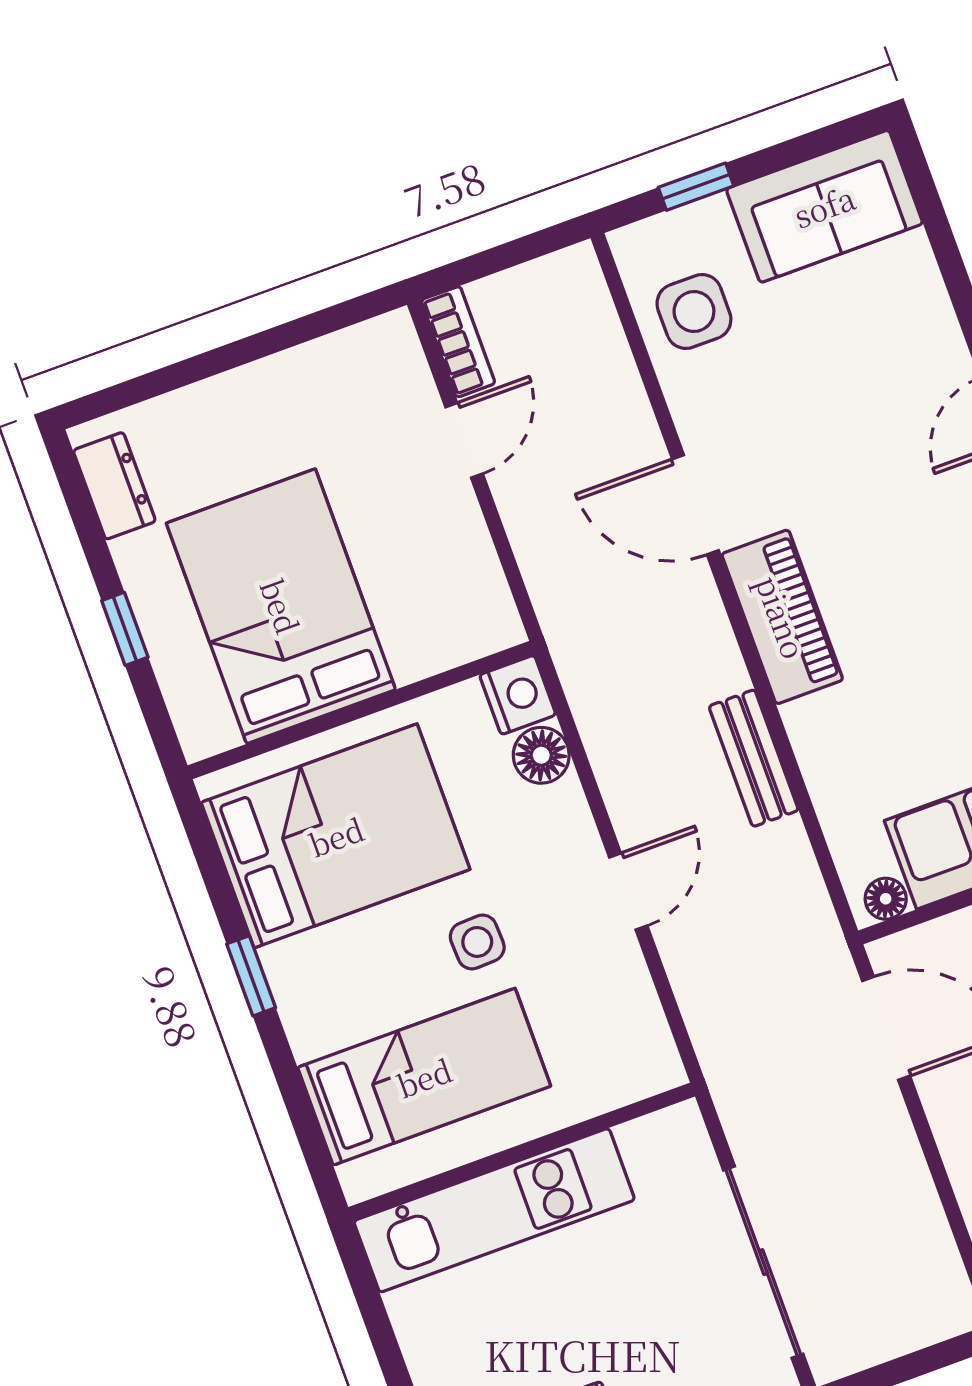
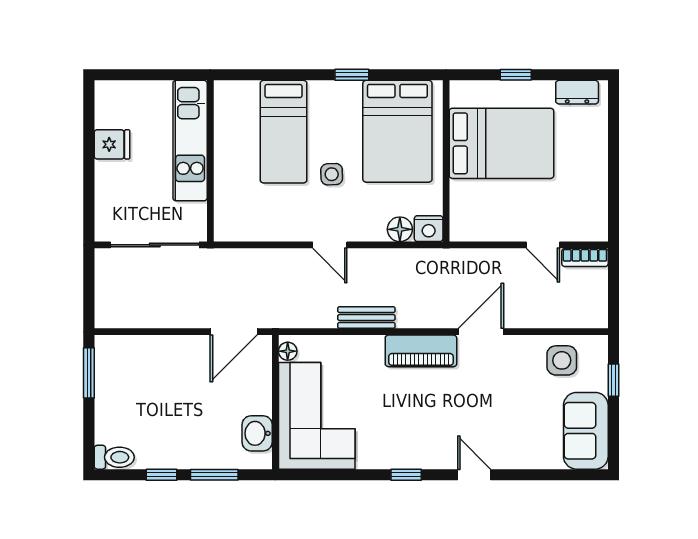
wall: (522, 1152) -> (210, 161), moved
kitchen unit: (494, 1210) -> (190, 141), moved

